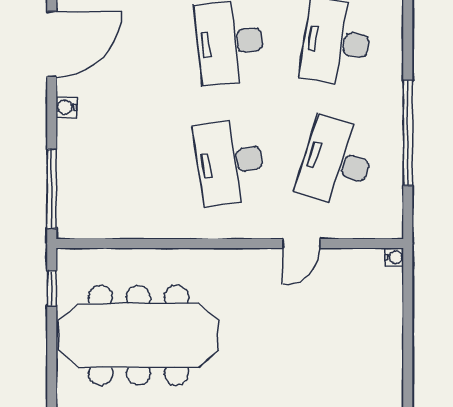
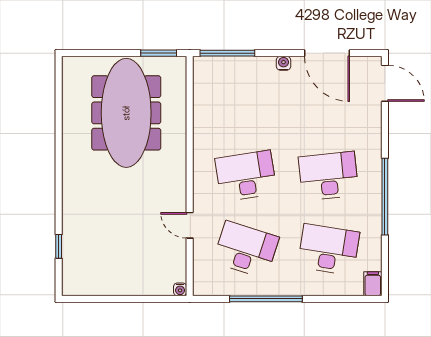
window: (52, 288) -> (159, 53), width x1.50

